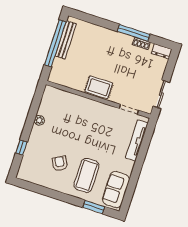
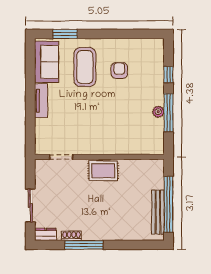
sliding door: (161, 94) -> (30, 206), moved
window: (31, 117) -> (168, 113), added
tv unit: (137, 140) -> (41, 101), moved, width x0.71
armchair: (60, 164) -> (119, 71), turned -152

